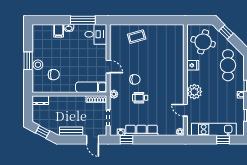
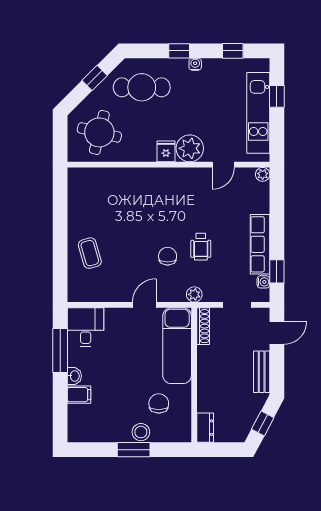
window: (226, 32) -> (95, 78), moved
fridge: (193, 65) -> (166, 151), moved
exam couch: (91, 87) -> (177, 346), width x1.36, depth x1.45

